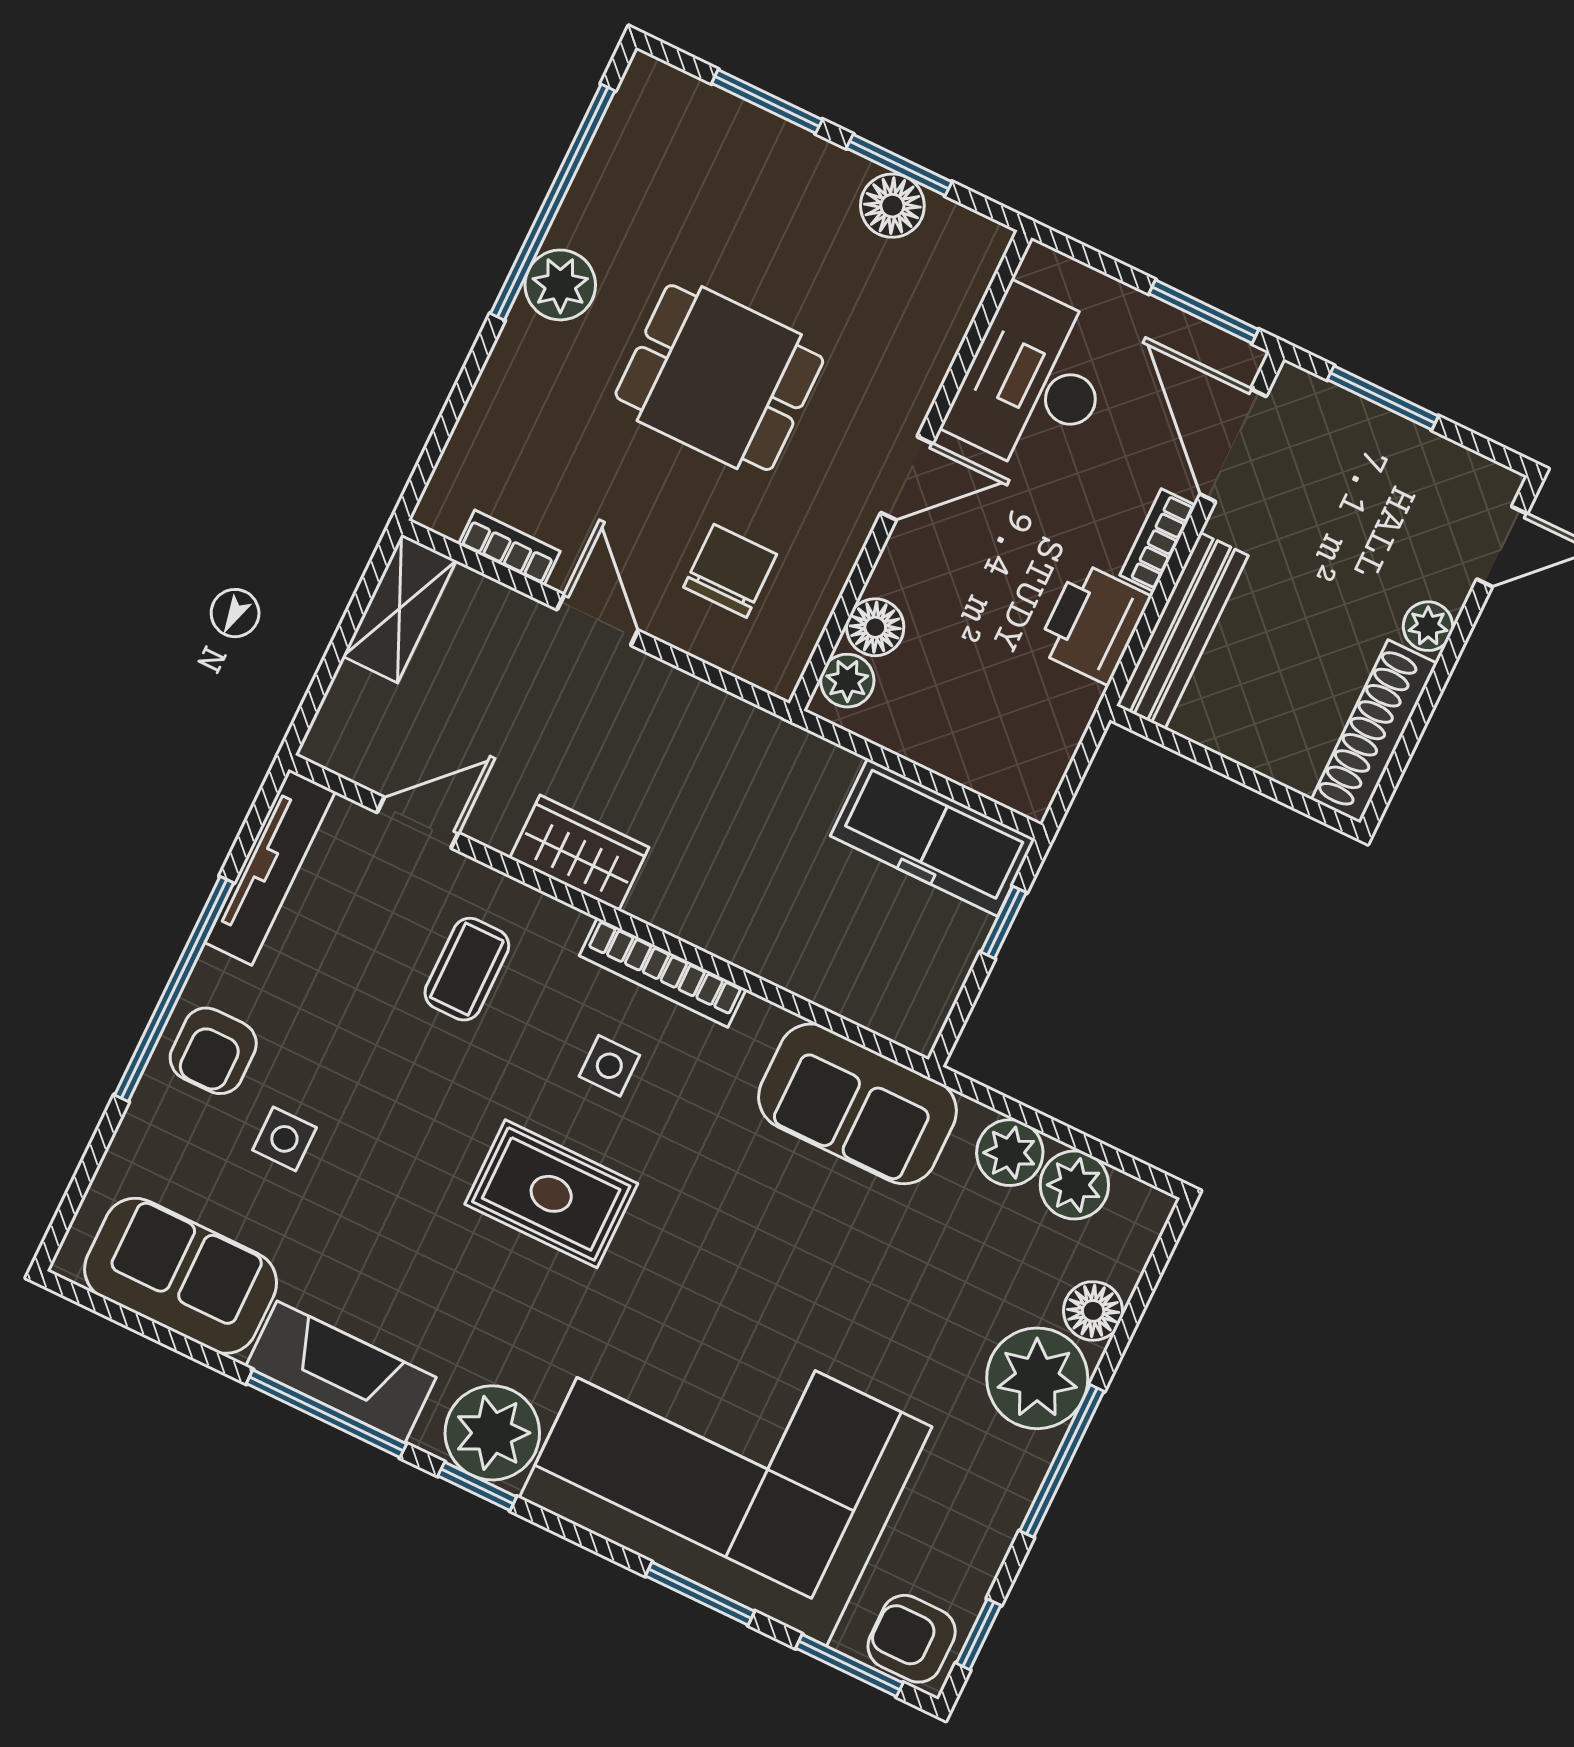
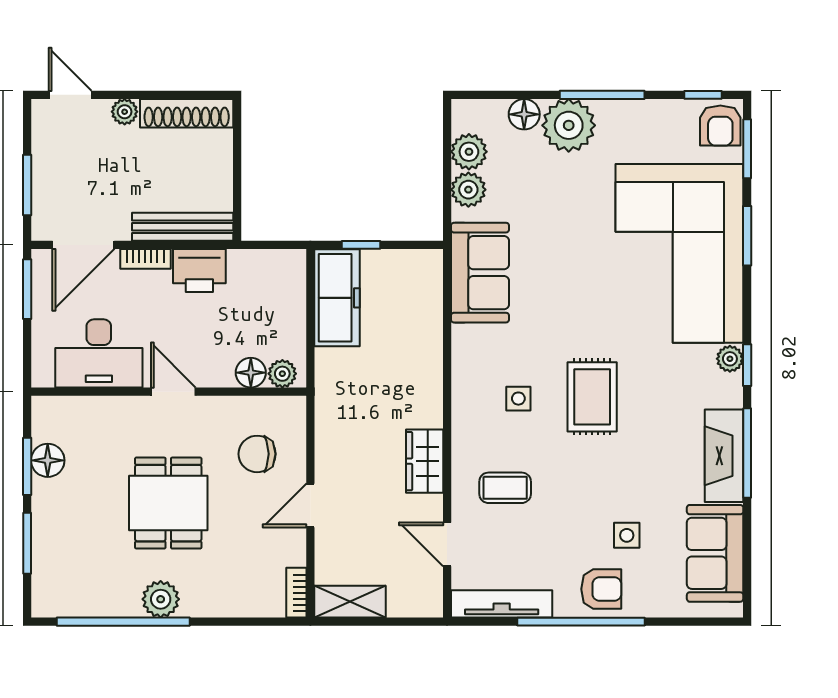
bookcase: (509, 548) -> (296, 593), moved
bookcase: (663, 972) -> (462, 395), removed
plant: (492, 1433) -> (730, 359), width x0.53, depth x0.53

